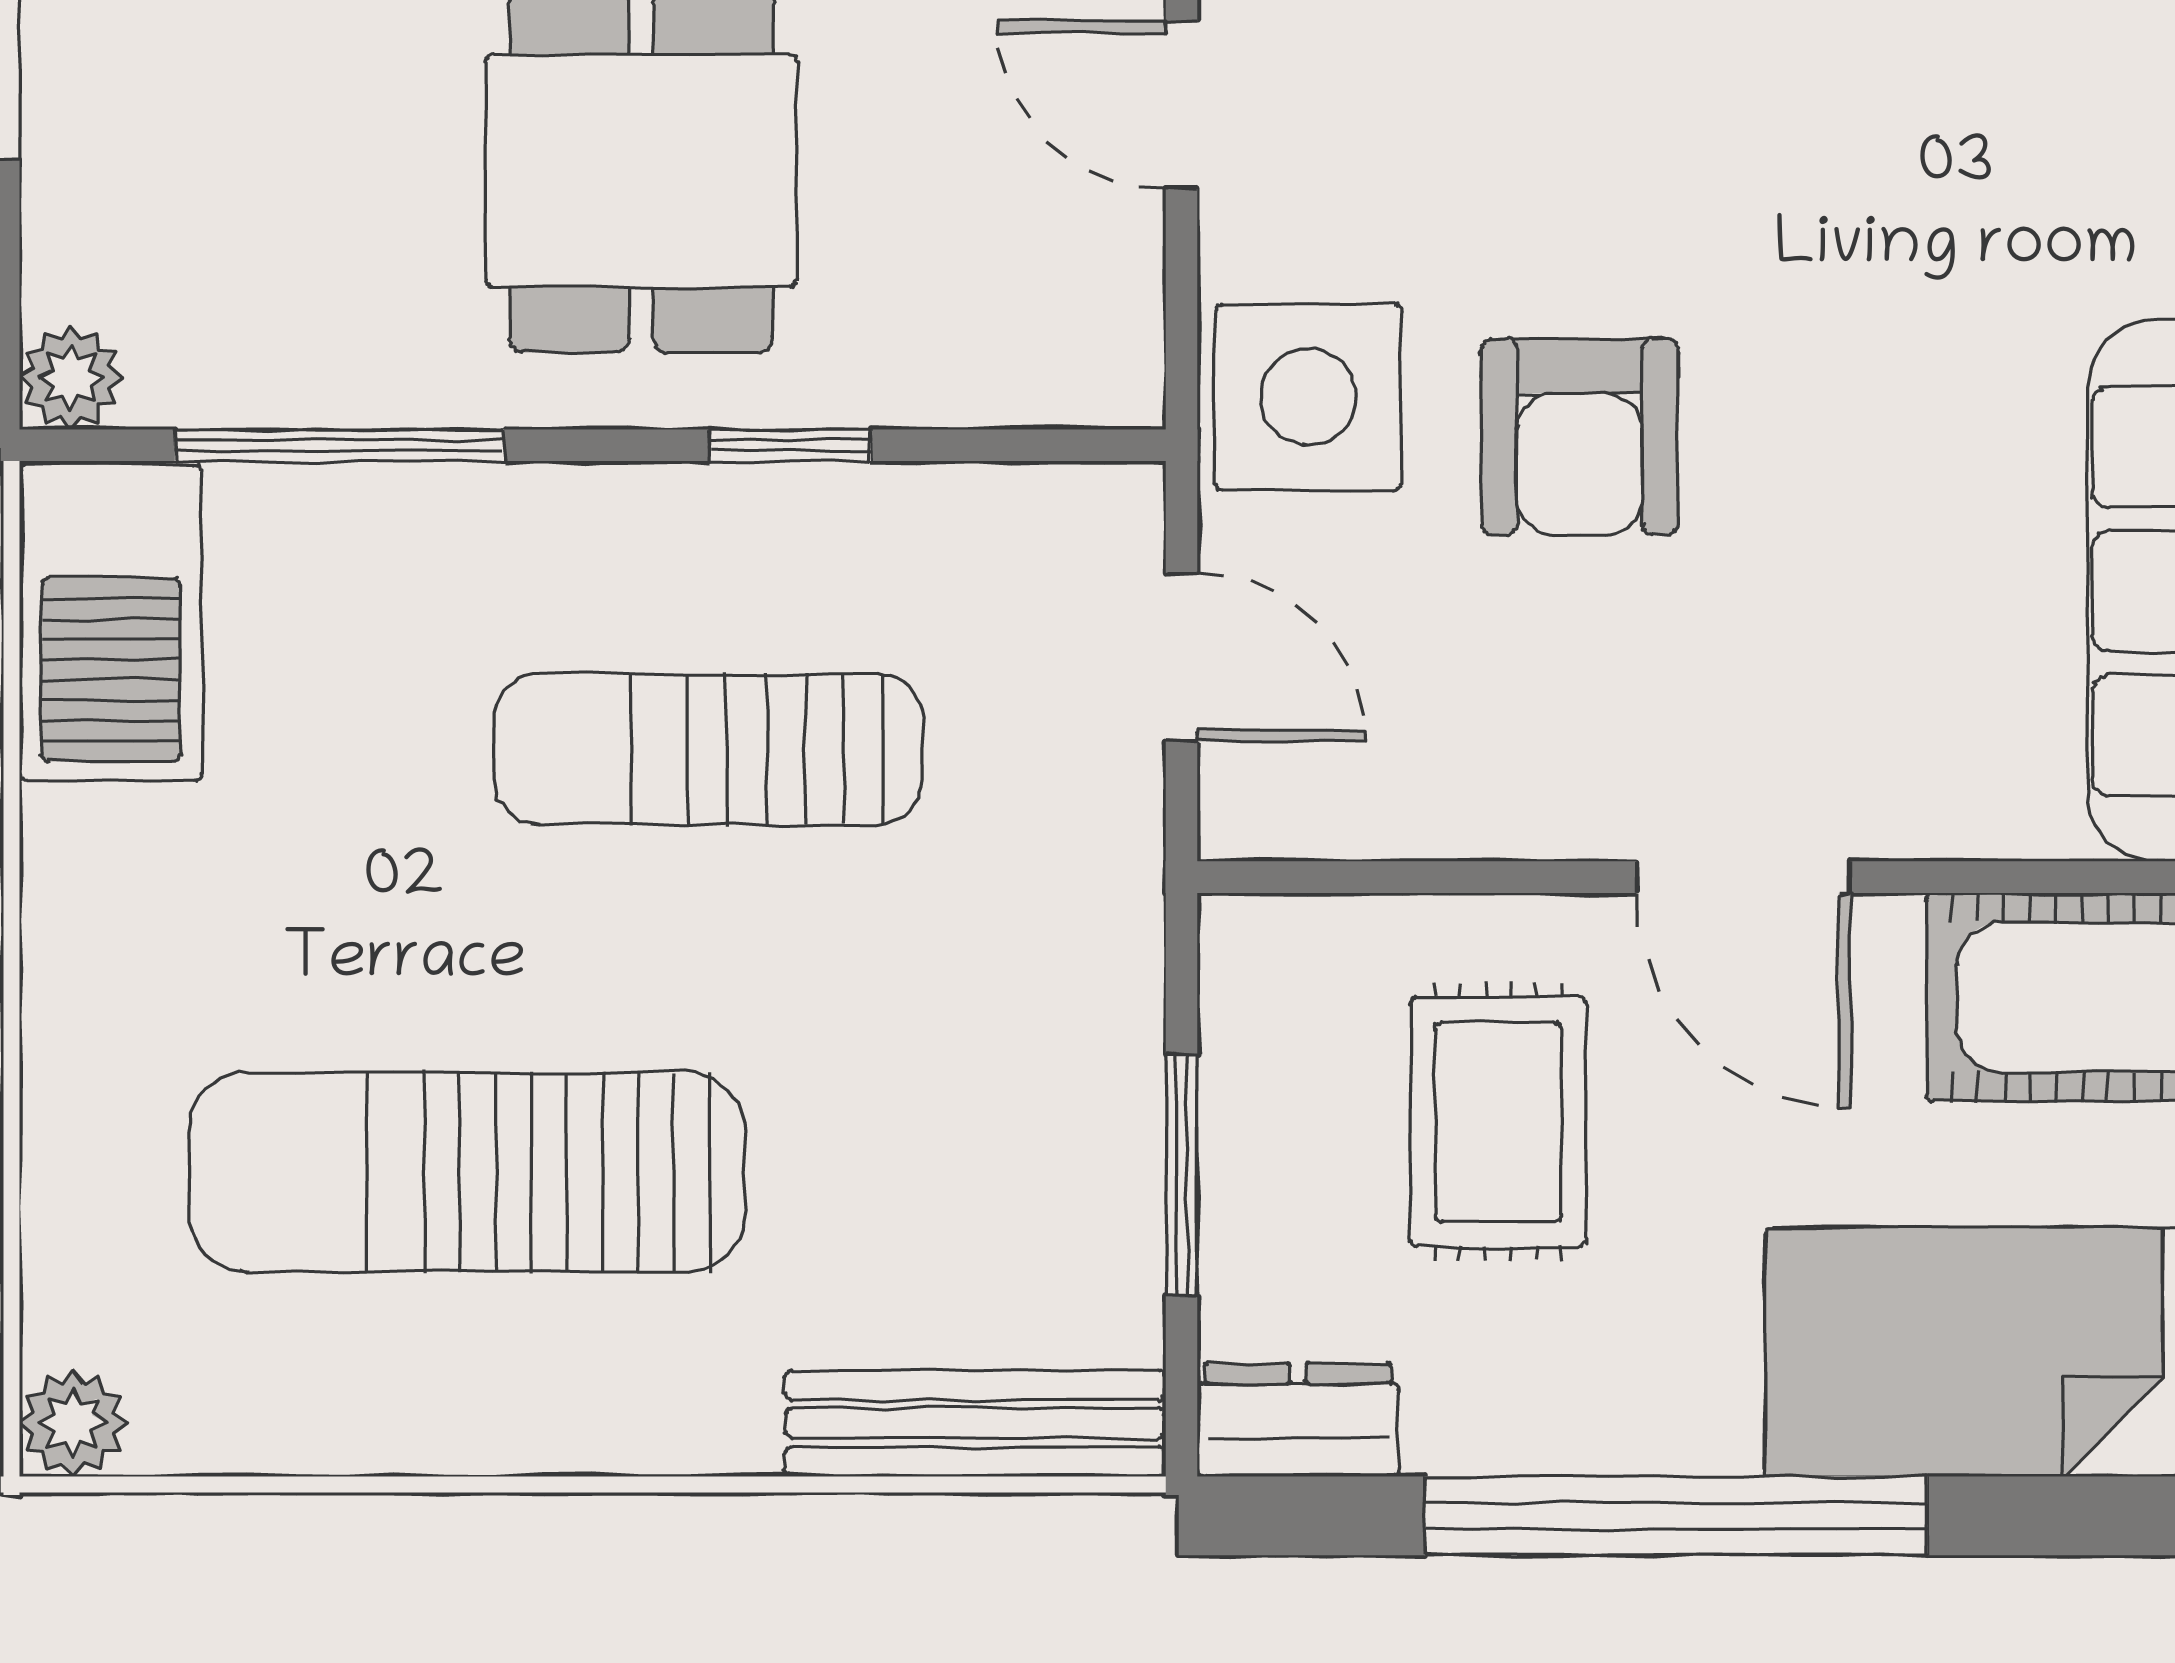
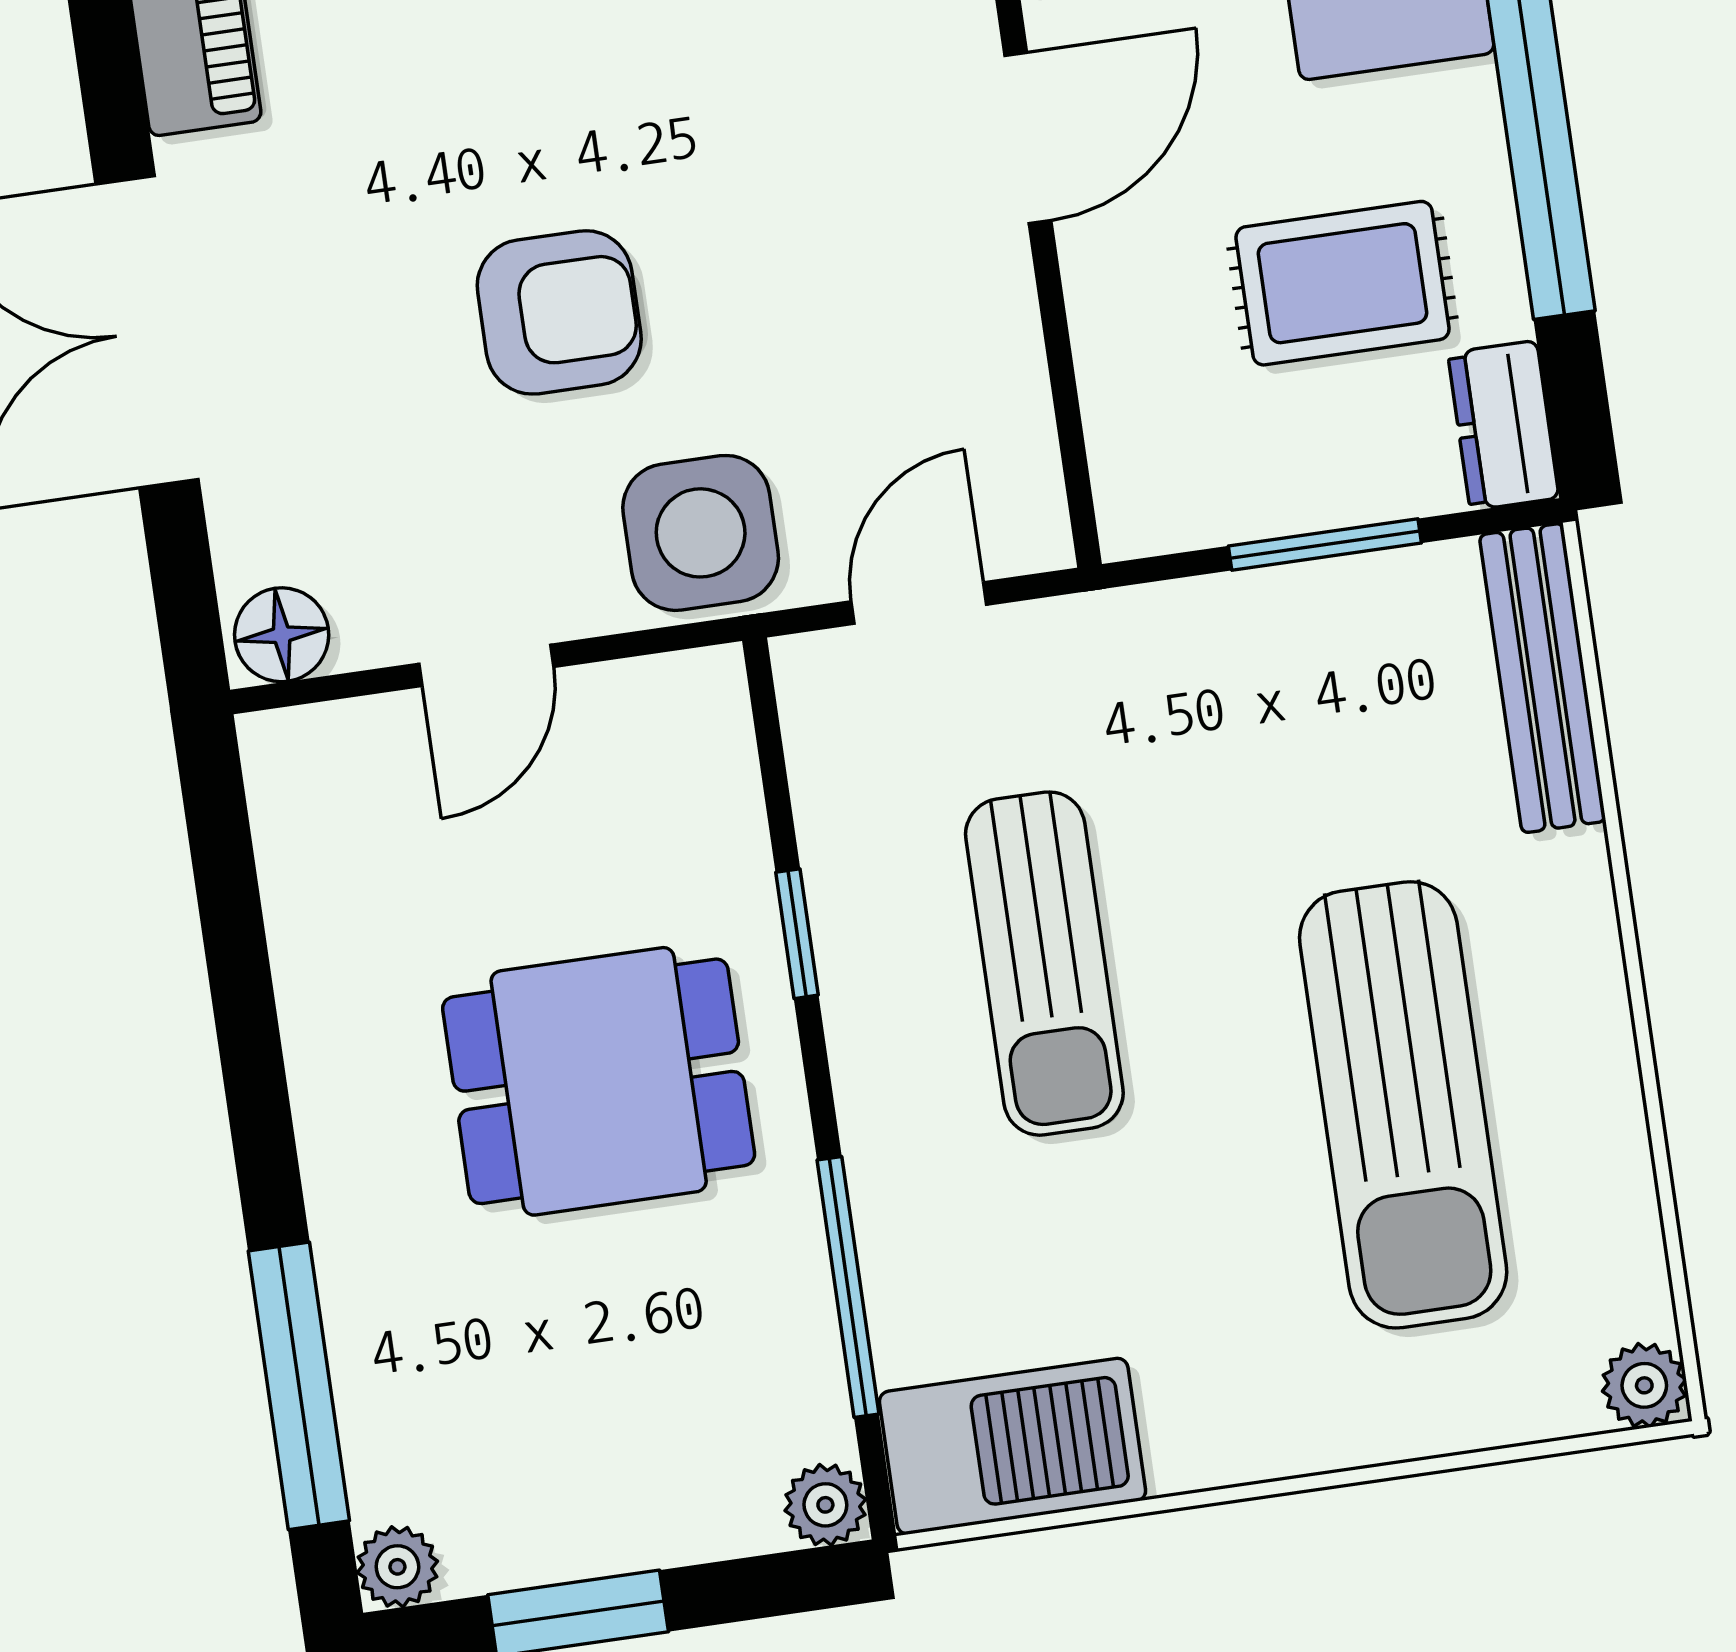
armchair: (1580, 437) -> (559, 312), moved
rug: (1498, 1121) -> (1342, 283), moved

